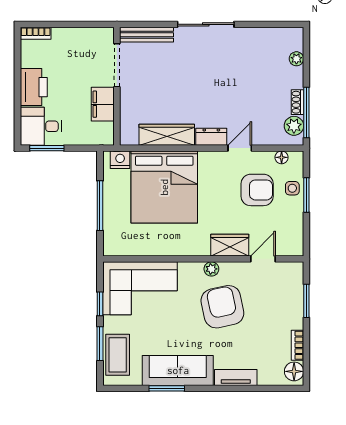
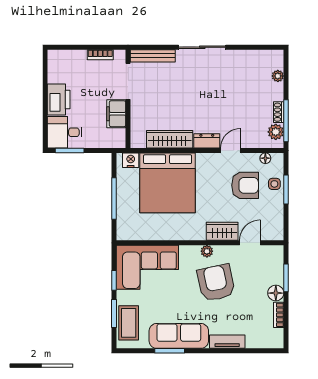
bookcase: (36, 33) -> (100, 55), moved
floor lamp: (294, 371) -> (276, 293), moved

